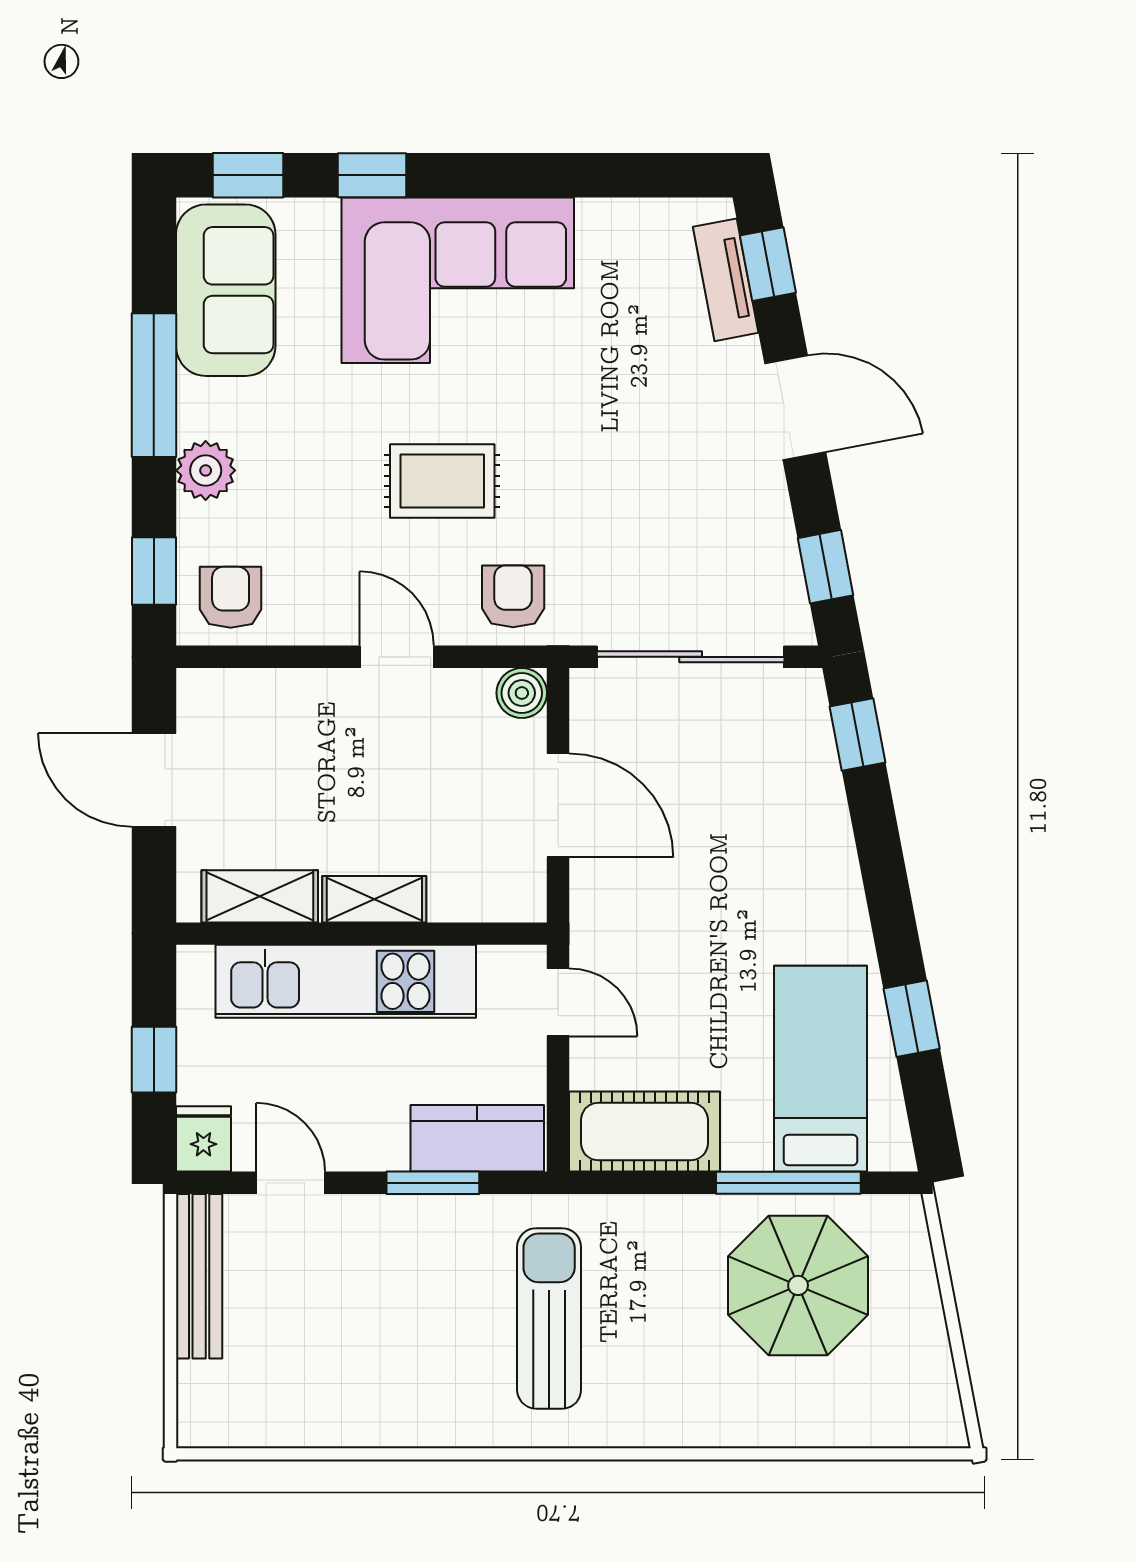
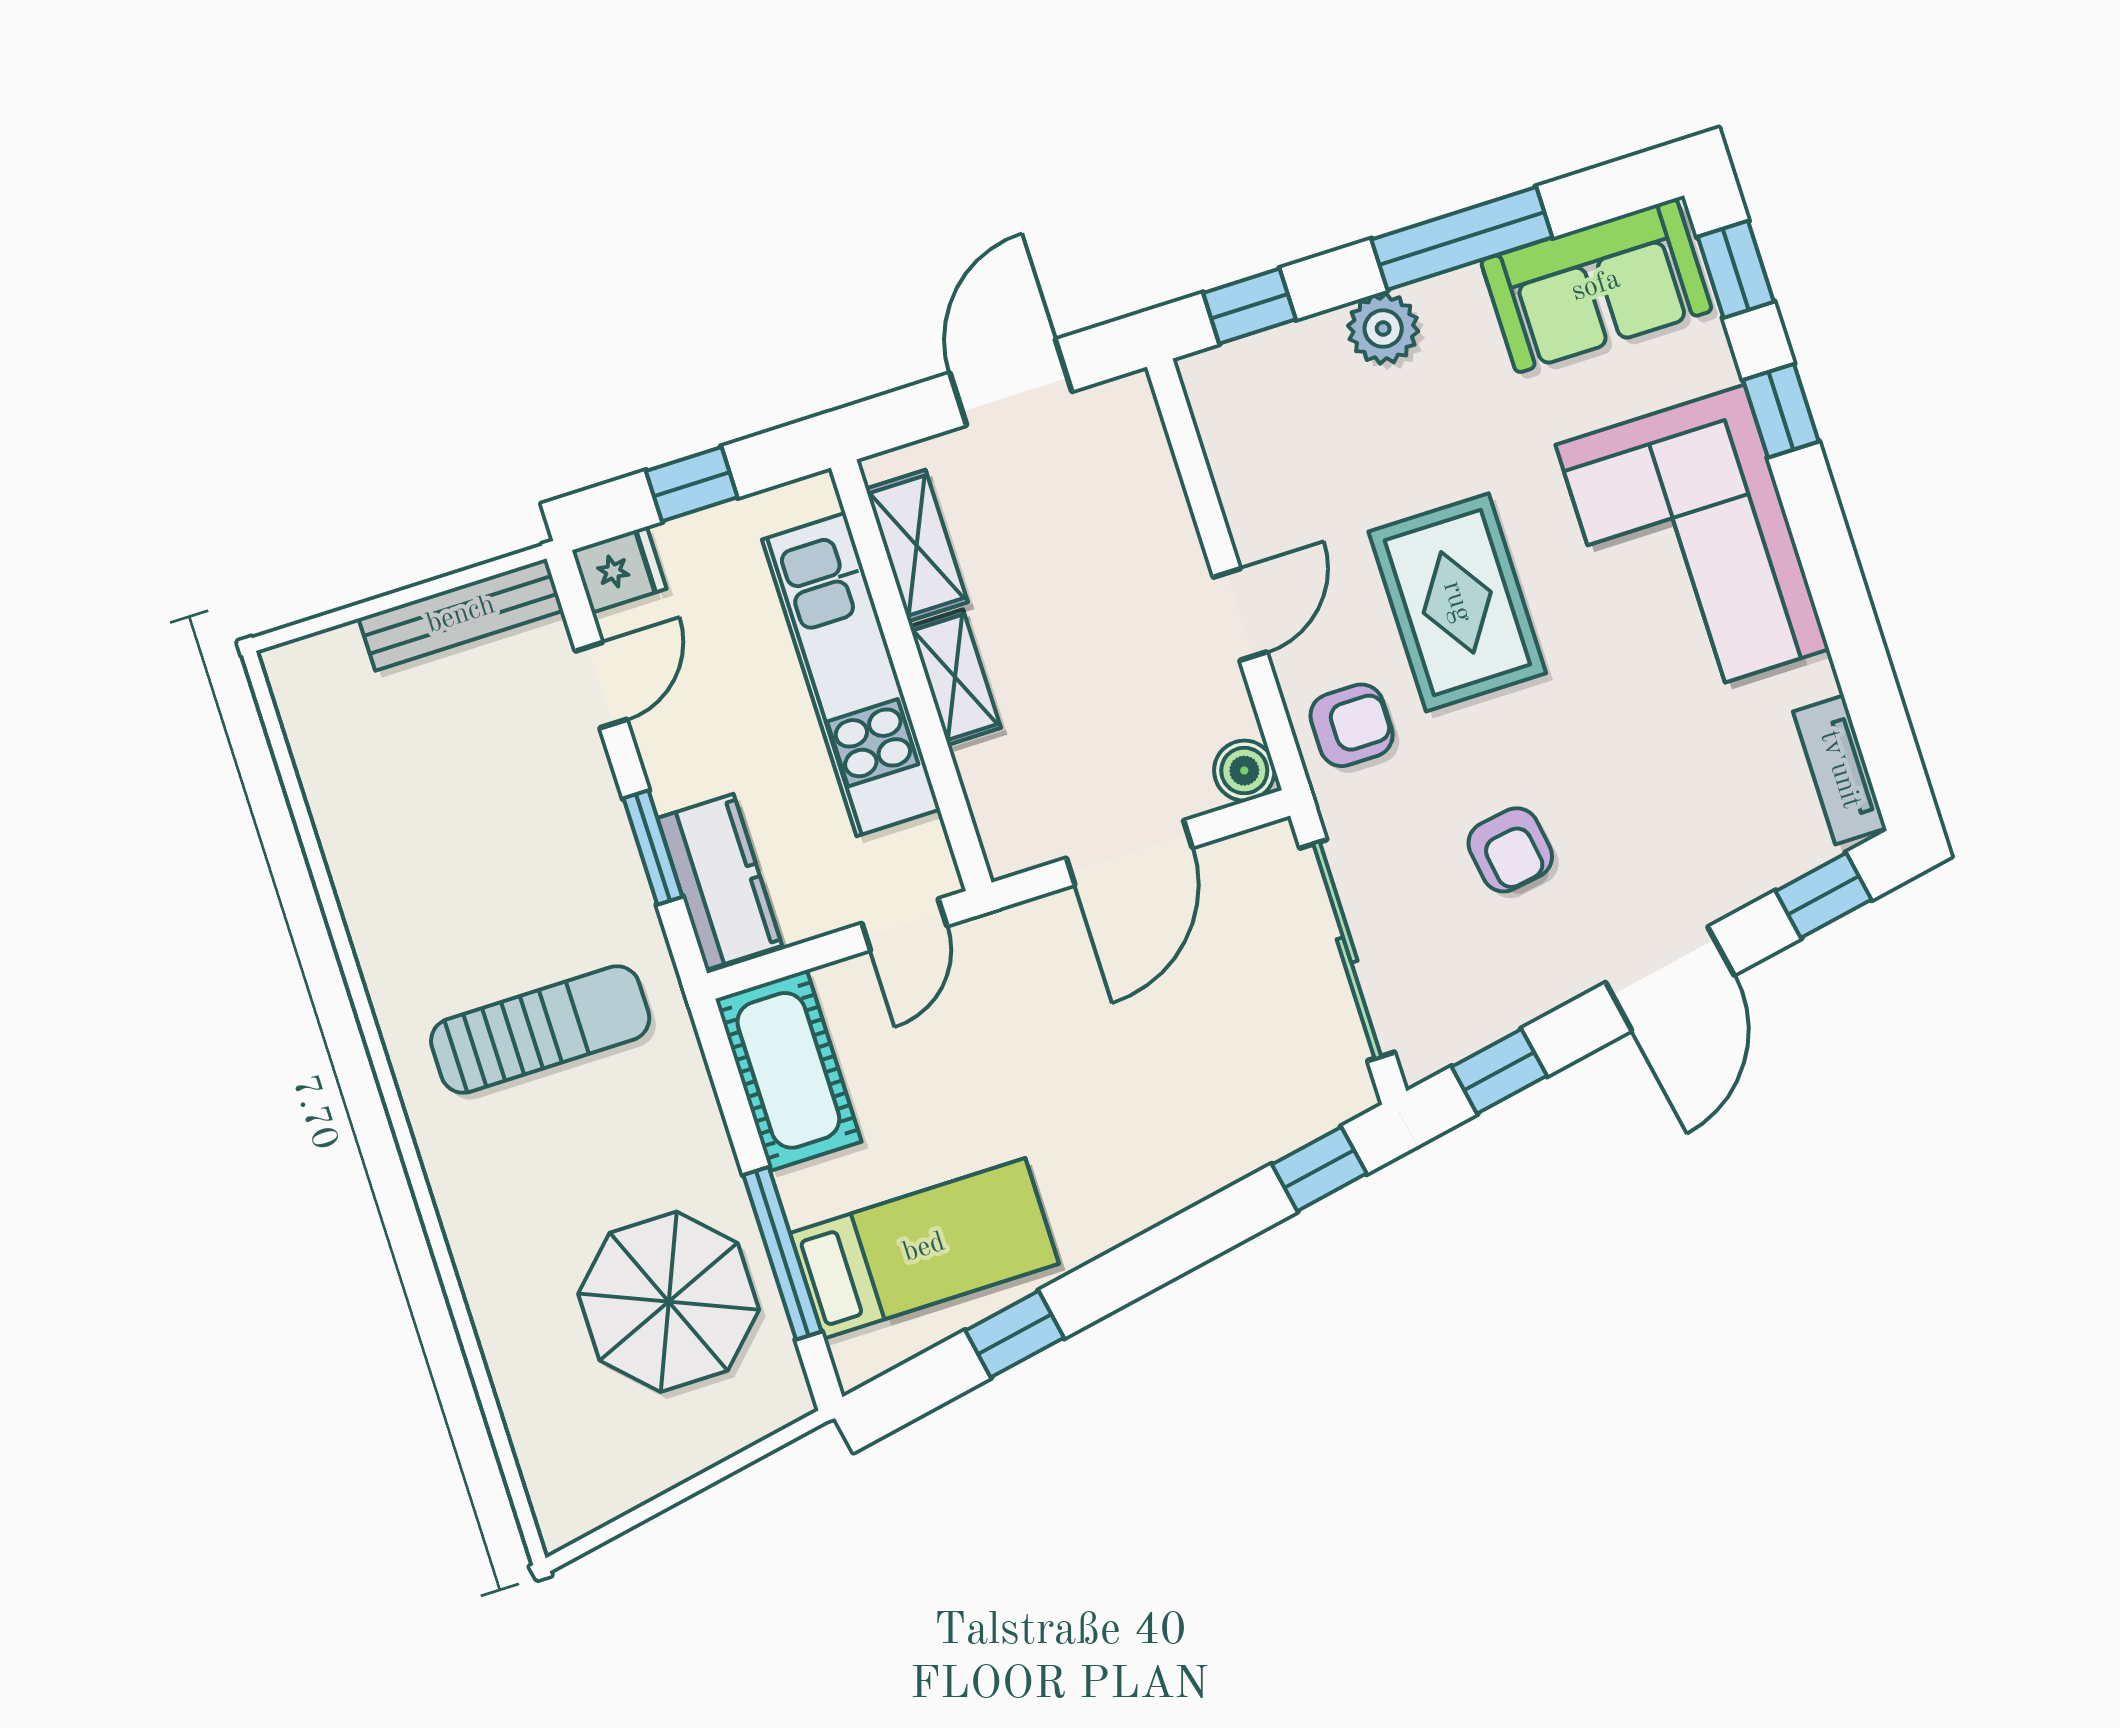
tv unit: (726, 280) -> (1840, 770), moved, turned -79
rug: (442, 481) -> (1457, 602), width x1.36, depth x1.43
armchair: (231, 597) -> (1510, 850), moved, turned 81

